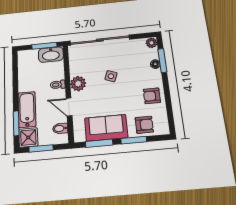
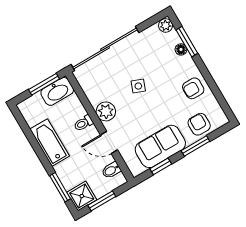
bathtub: (27, 110) -> (50, 143), moved
armchair: (144, 125) -> (199, 124), turned -90
window: (99, 143) -> (161, 166), width x0.67

